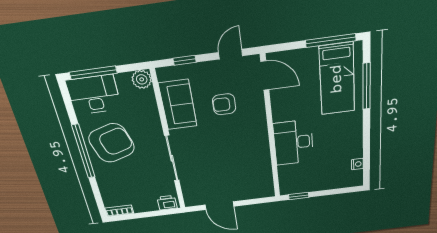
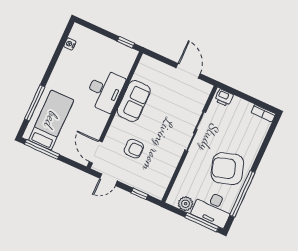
plant: (142, 79) -> (186, 204), moved
sofa: (178, 105) -> (134, 101), moved, turned 180
window: (83, 151) -> (242, 194), moved

